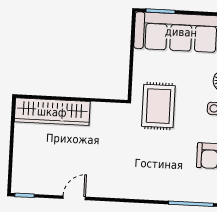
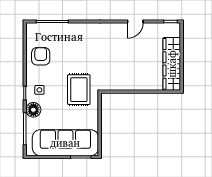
wardrobe: (52, 112) -> (172, 64), moved, turned -90

